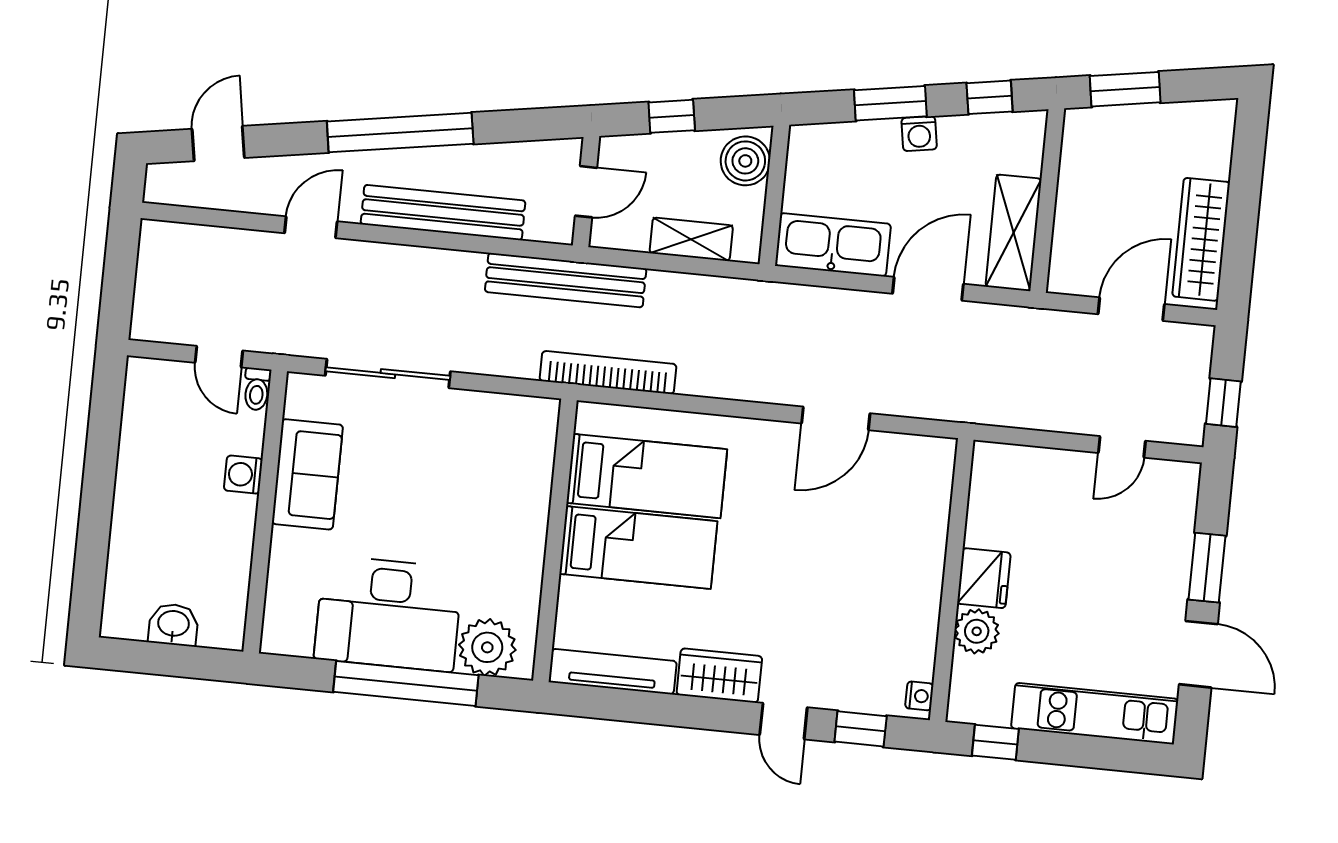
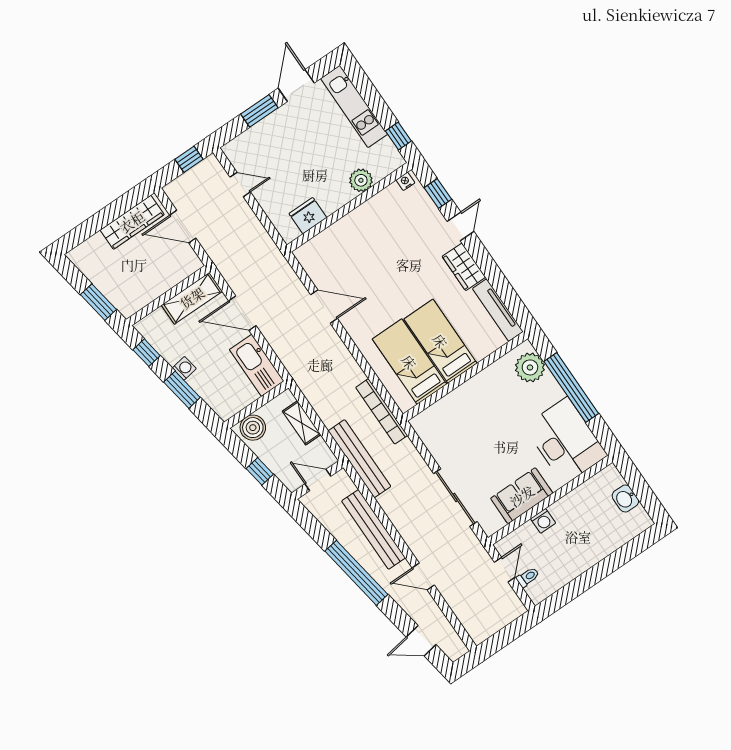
toilet: (257, 389) -> (528, 577), moved
fridge: (984, 578) -> (308, 216), moved
desk: (388, 614) -> (566, 441), moved

